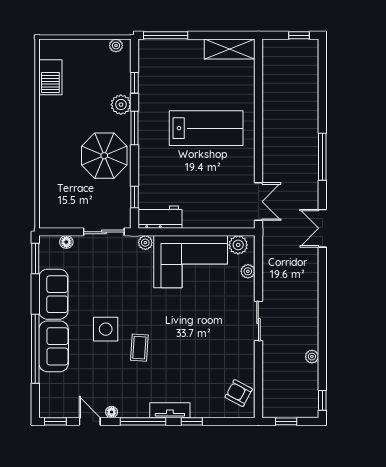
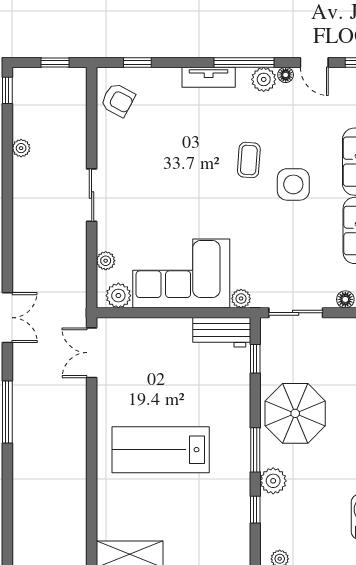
plant: (128, 409) -> (264, 79), added
window: (192, 421) -> (137, 62), moved

